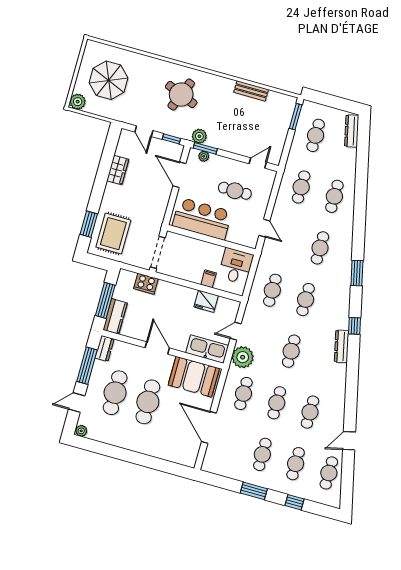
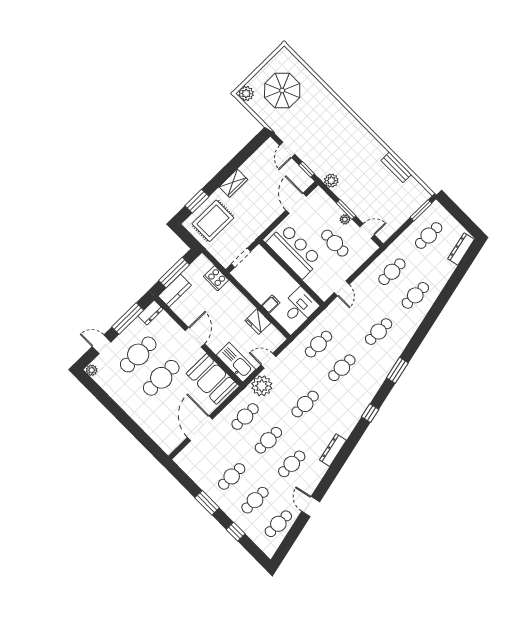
round table: (181, 95) -> (336, 137), removed
window: (205, 148) -> (346, 209), moved
plant: (204, 156) -> (345, 219), moved
wardrobe: (118, 170) -> (233, 183), moved
doorway: (158, 252) -> (241, 258), width x0.73
dresser: (342, 346) -> (333, 450), moved
door: (349, 441) -> (311, 507), hinge flipped

